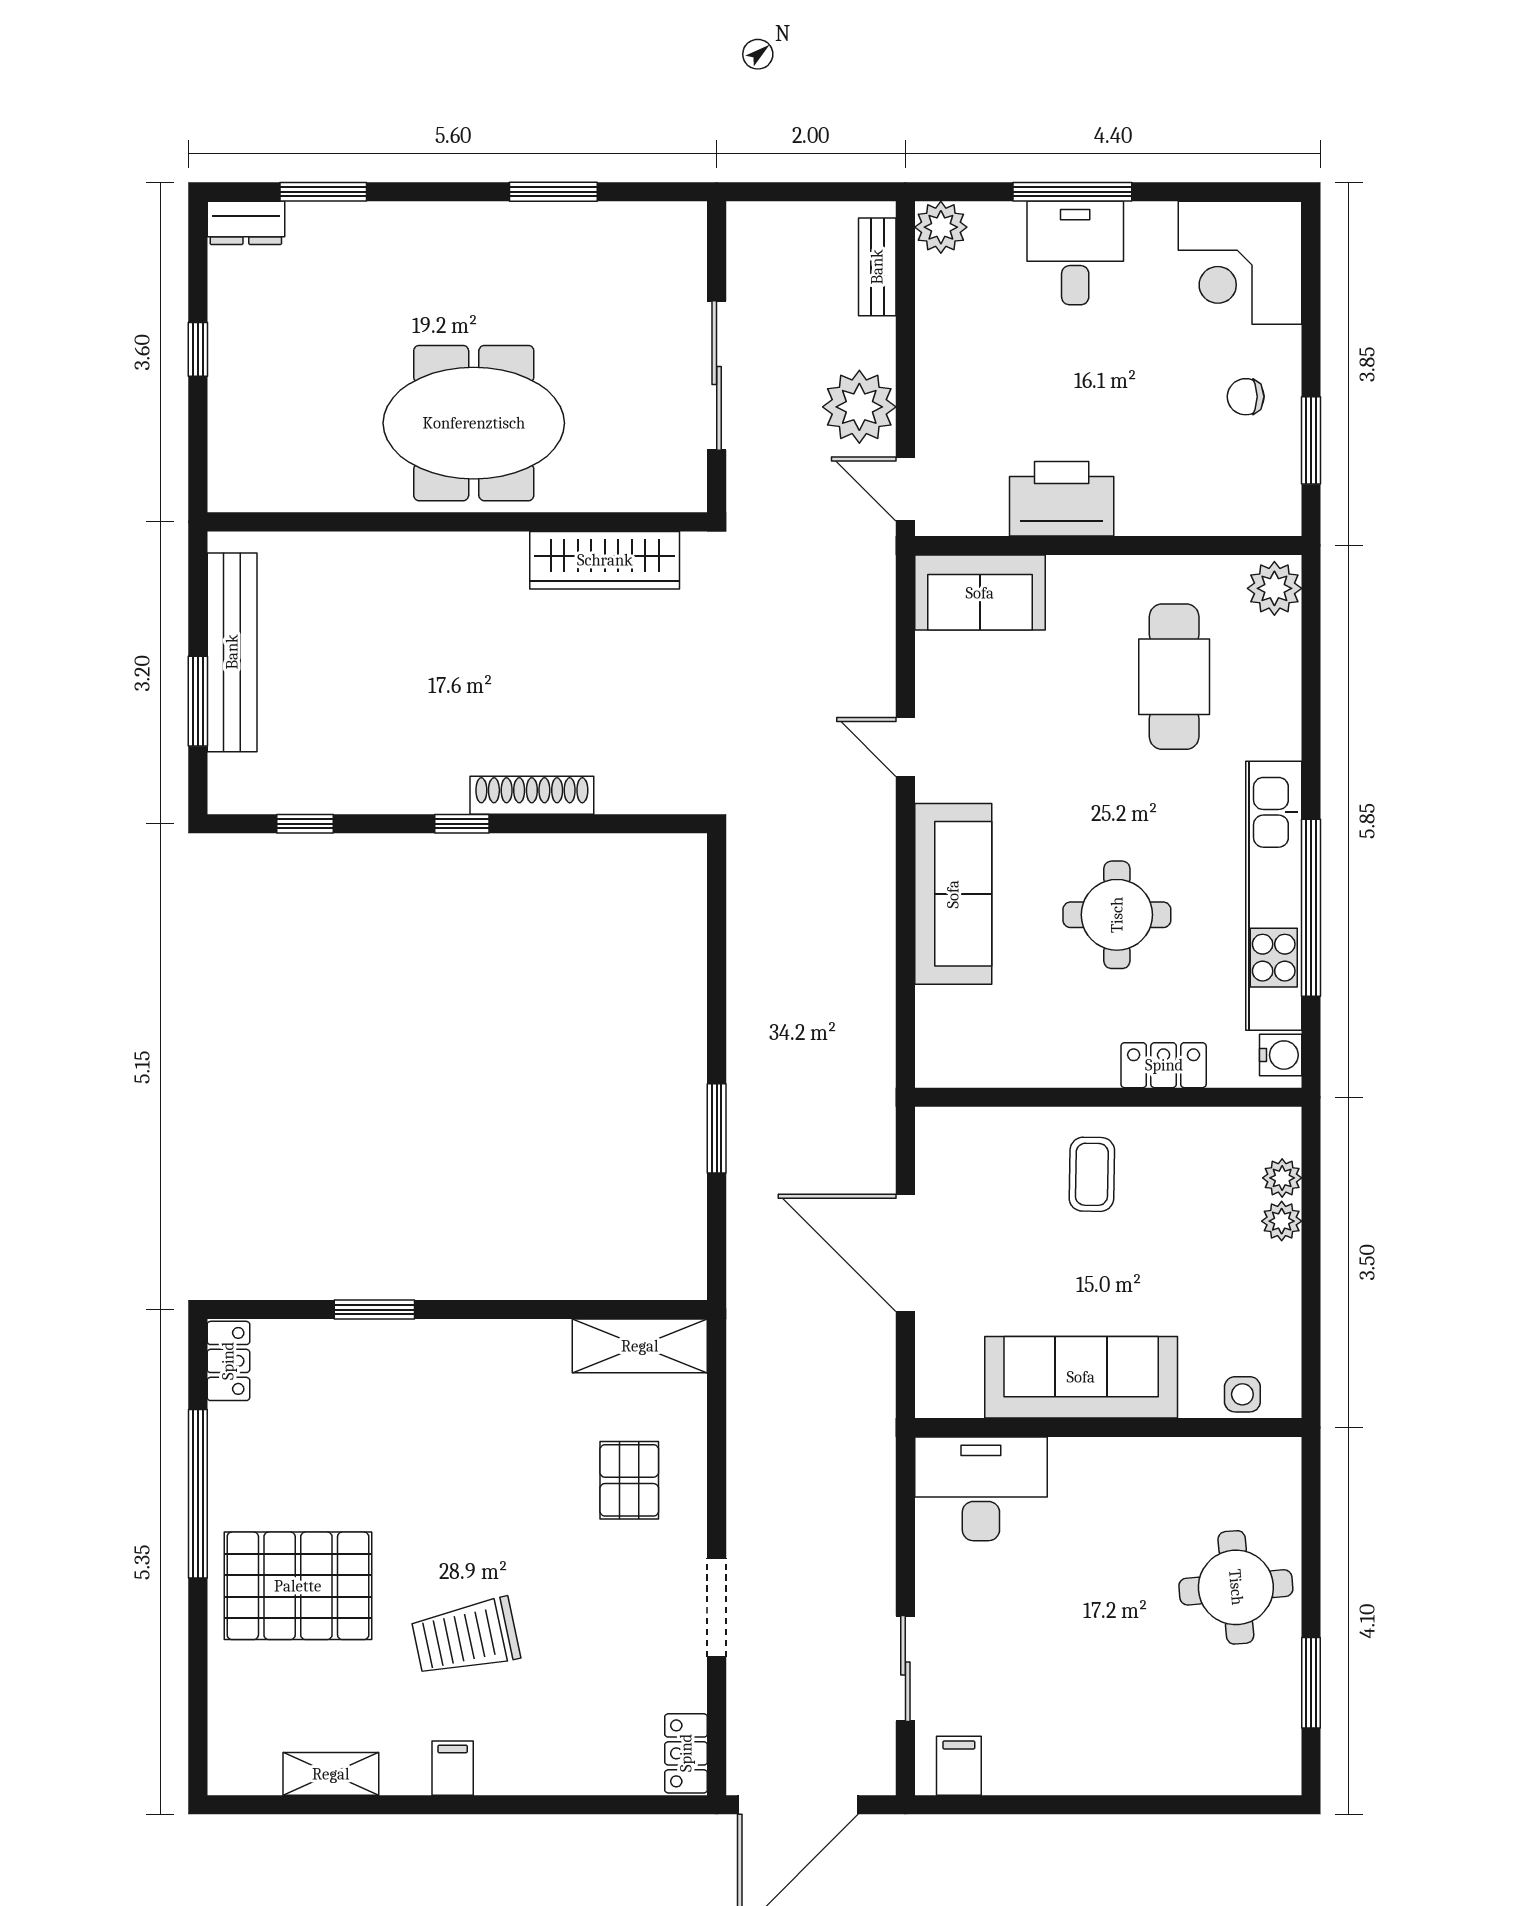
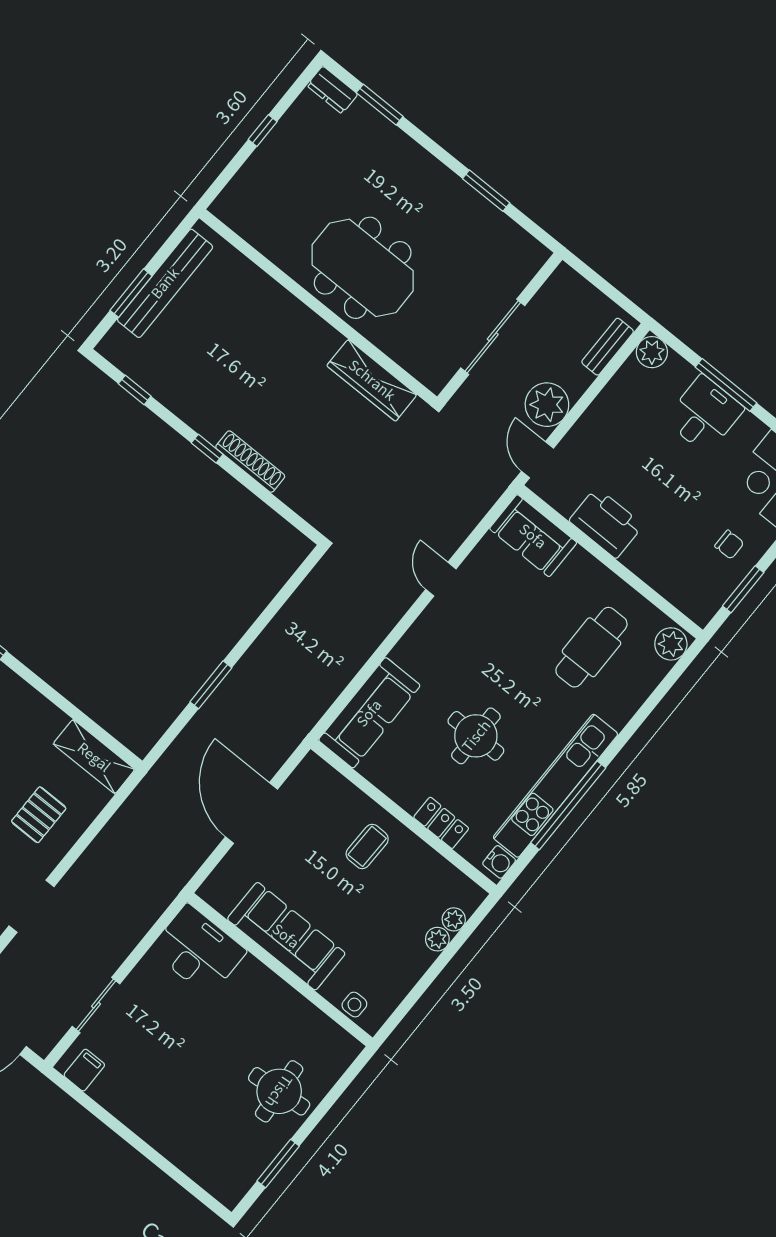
chair: (1246, 397) -> (729, 545), turned 180
sofa: (953, 894) -> (369, 713), moved

